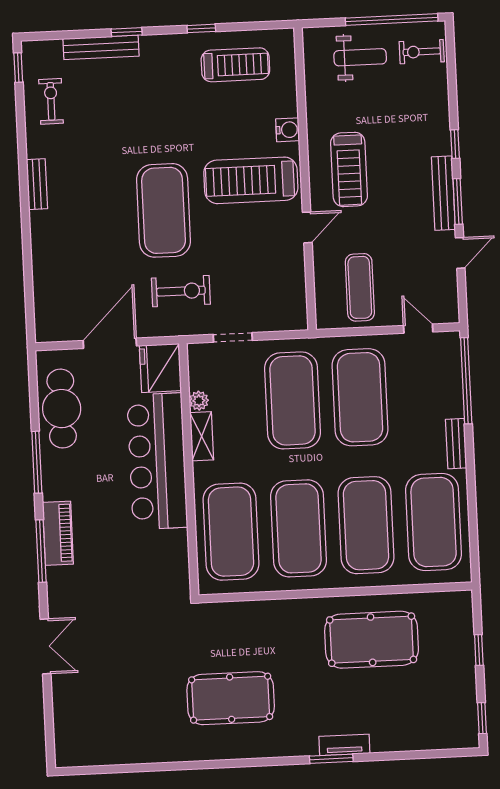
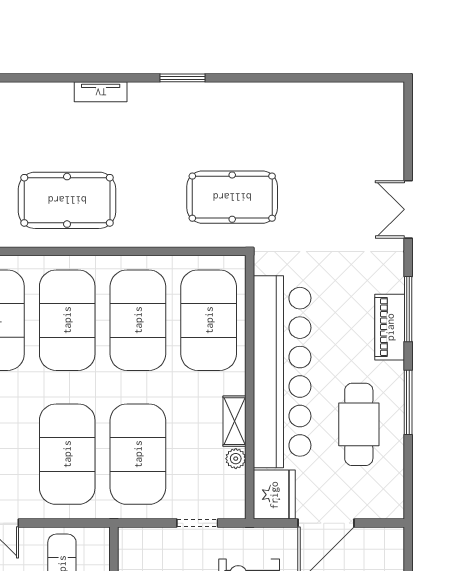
cafe table: (62, 409) -> (359, 424), moved
bar counter: (157, 461) -> (282, 372), width x1.36
pool table: (231, 698) -> (232, 197), moved
window: (331, 759) -> (183, 78), moved

